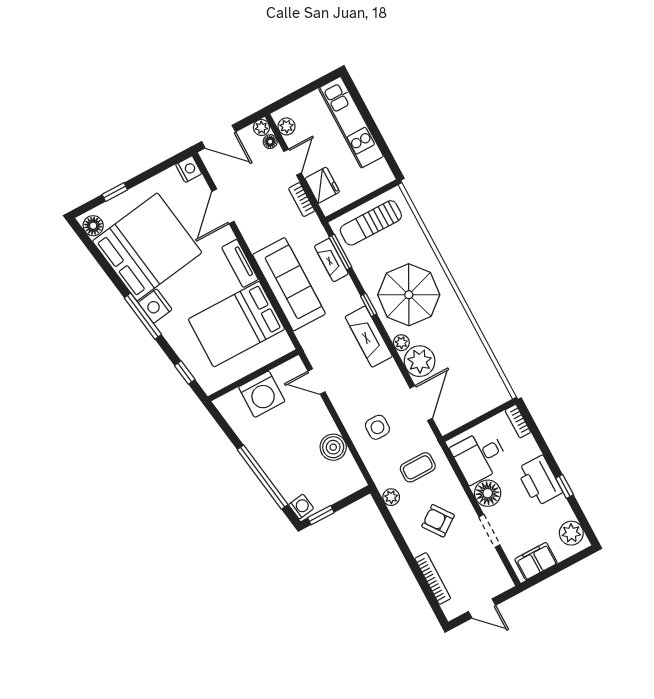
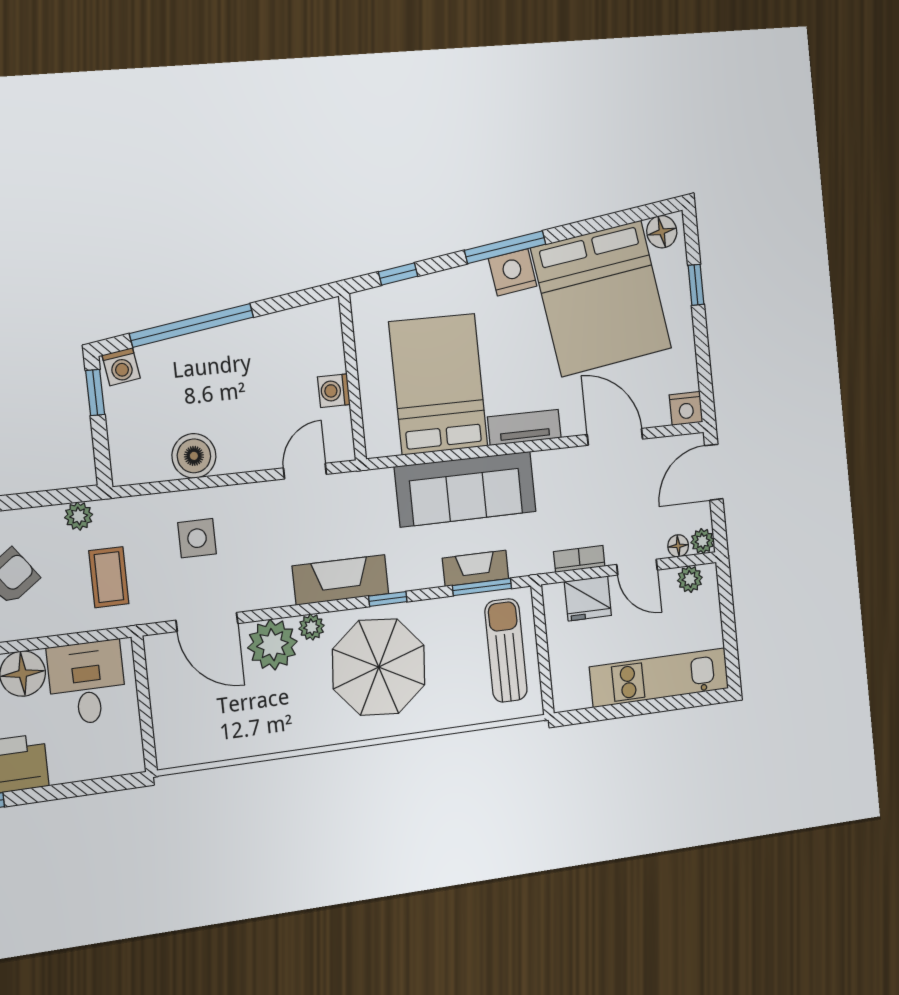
washing machine: (262, 394) -> (334, 391), width x0.53, depth x0.53
bookcase: (518, 421) -> (118, 765), removed

